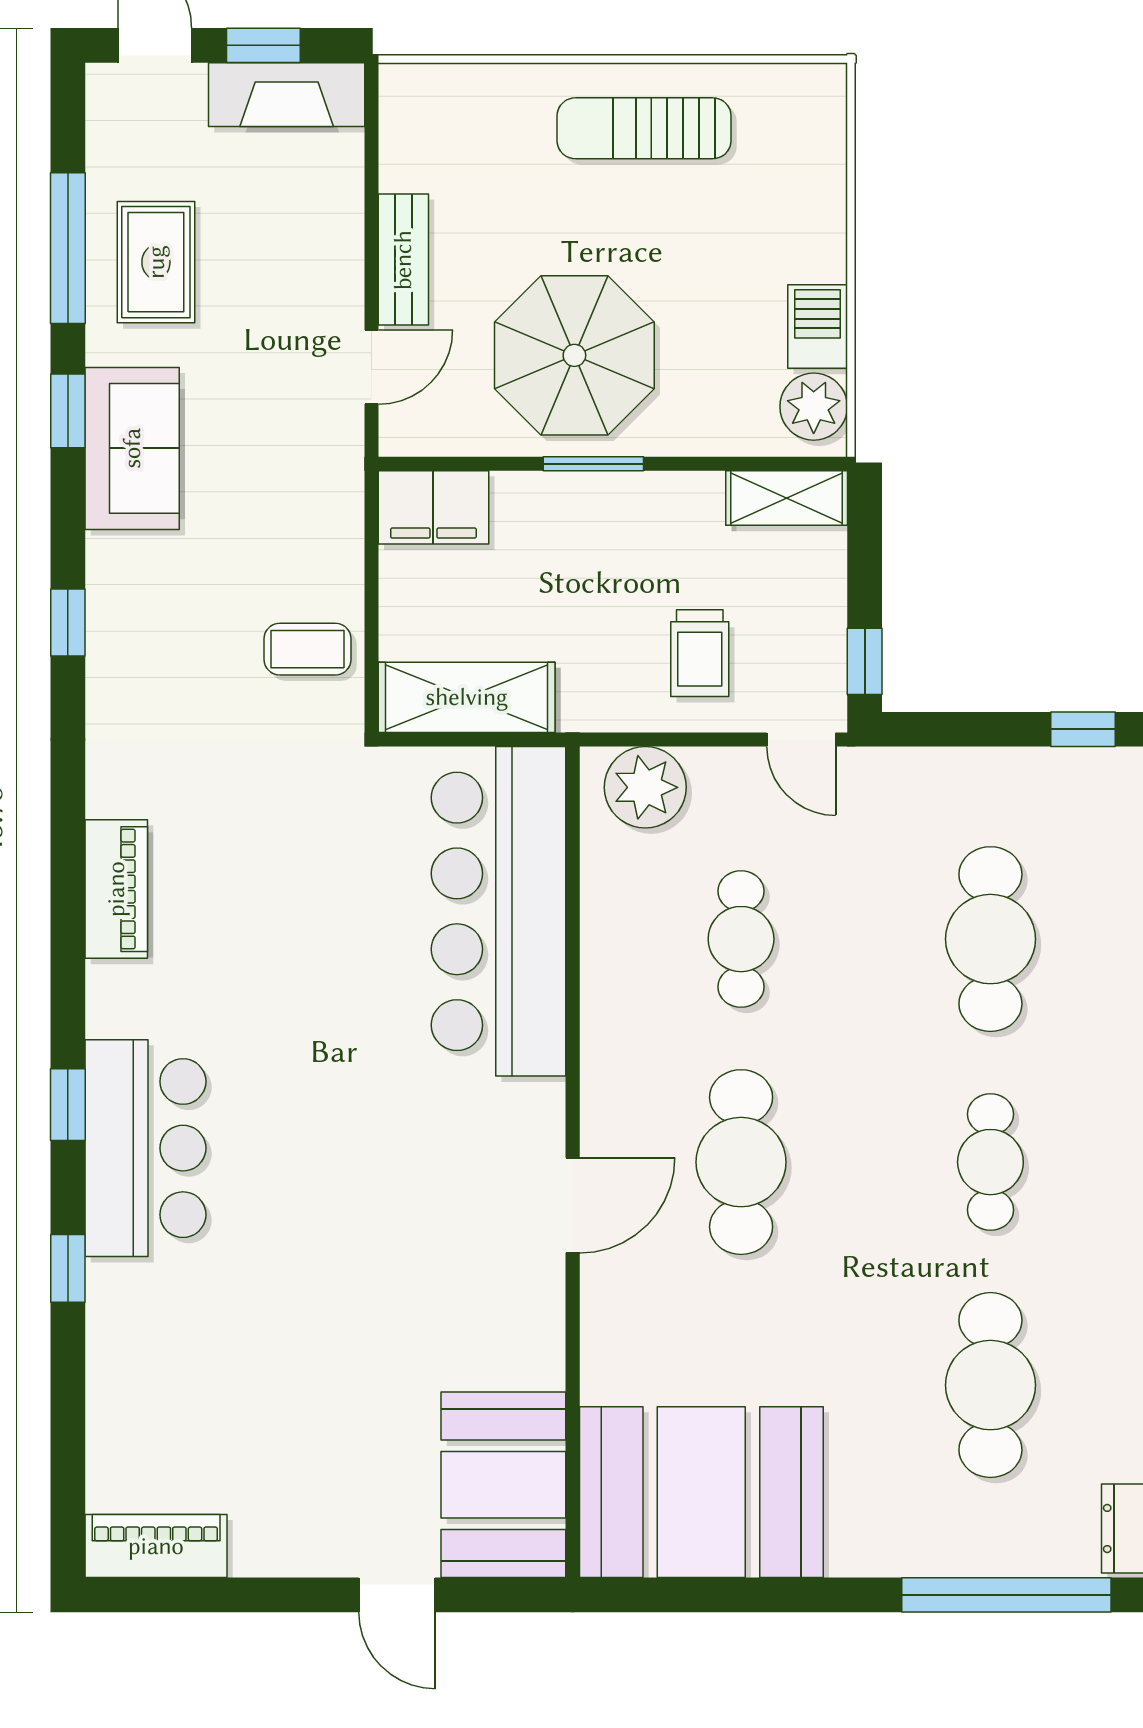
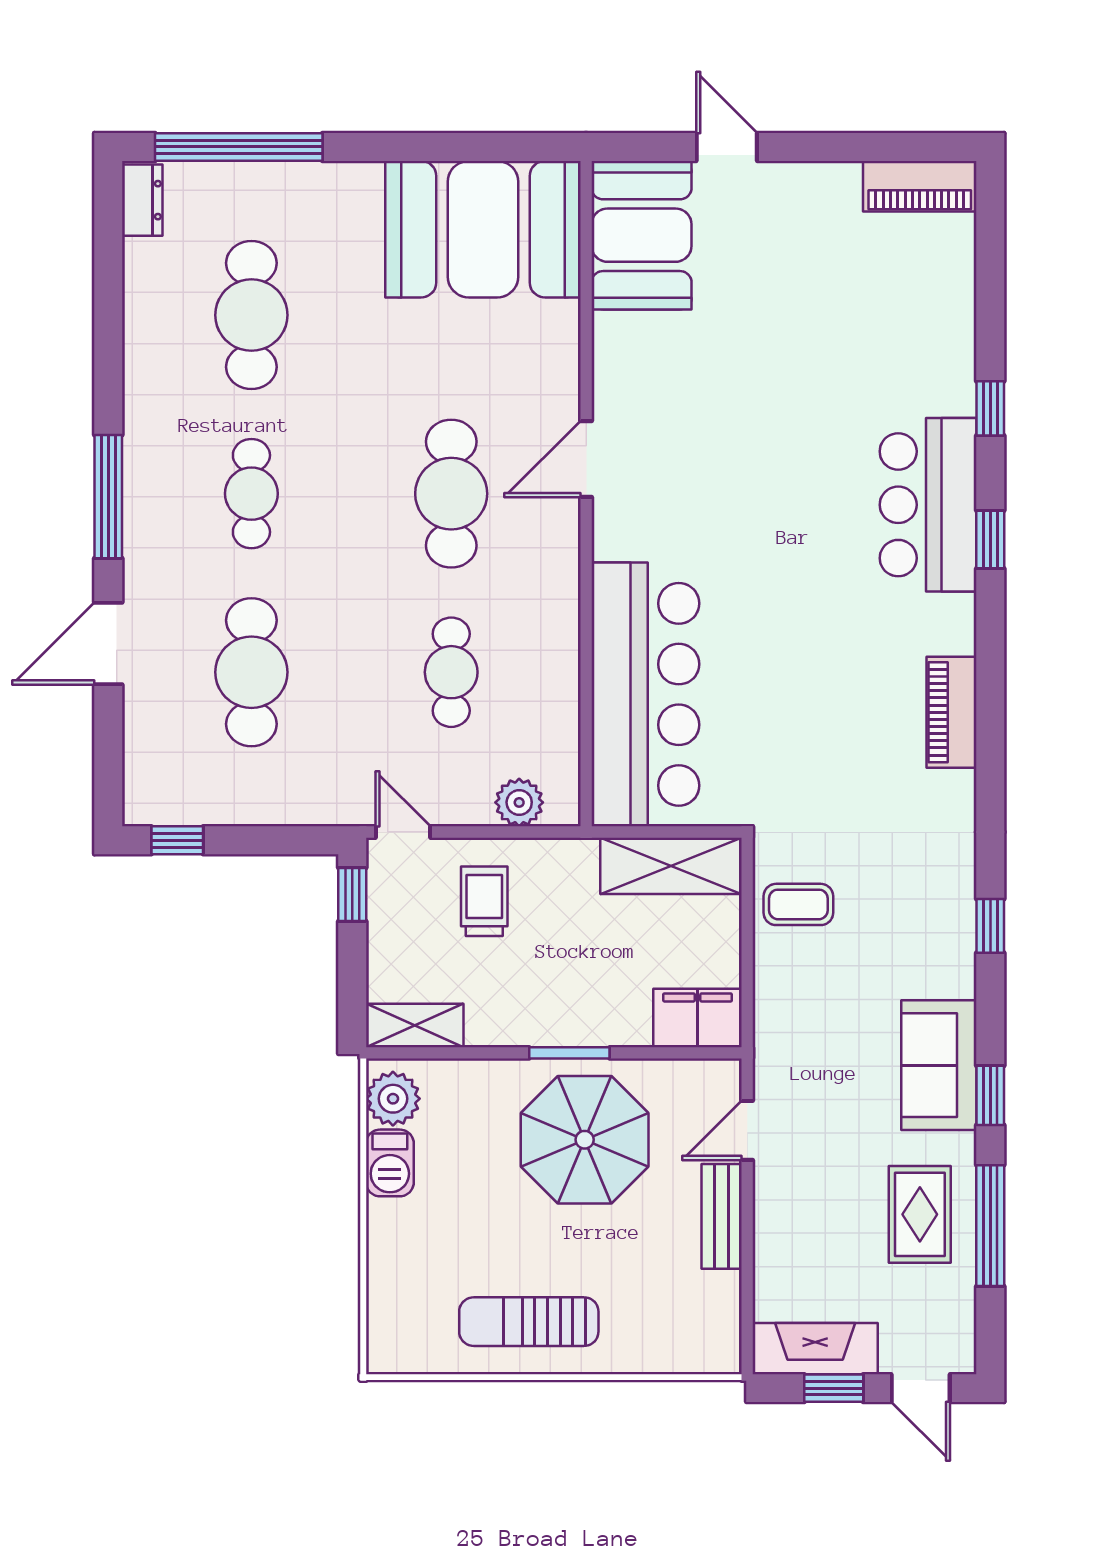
sun lounger: (644, 128) -> (529, 1322), turned 180
plant: (645, 787) -> (519, 802), width x0.73, depth x0.73

